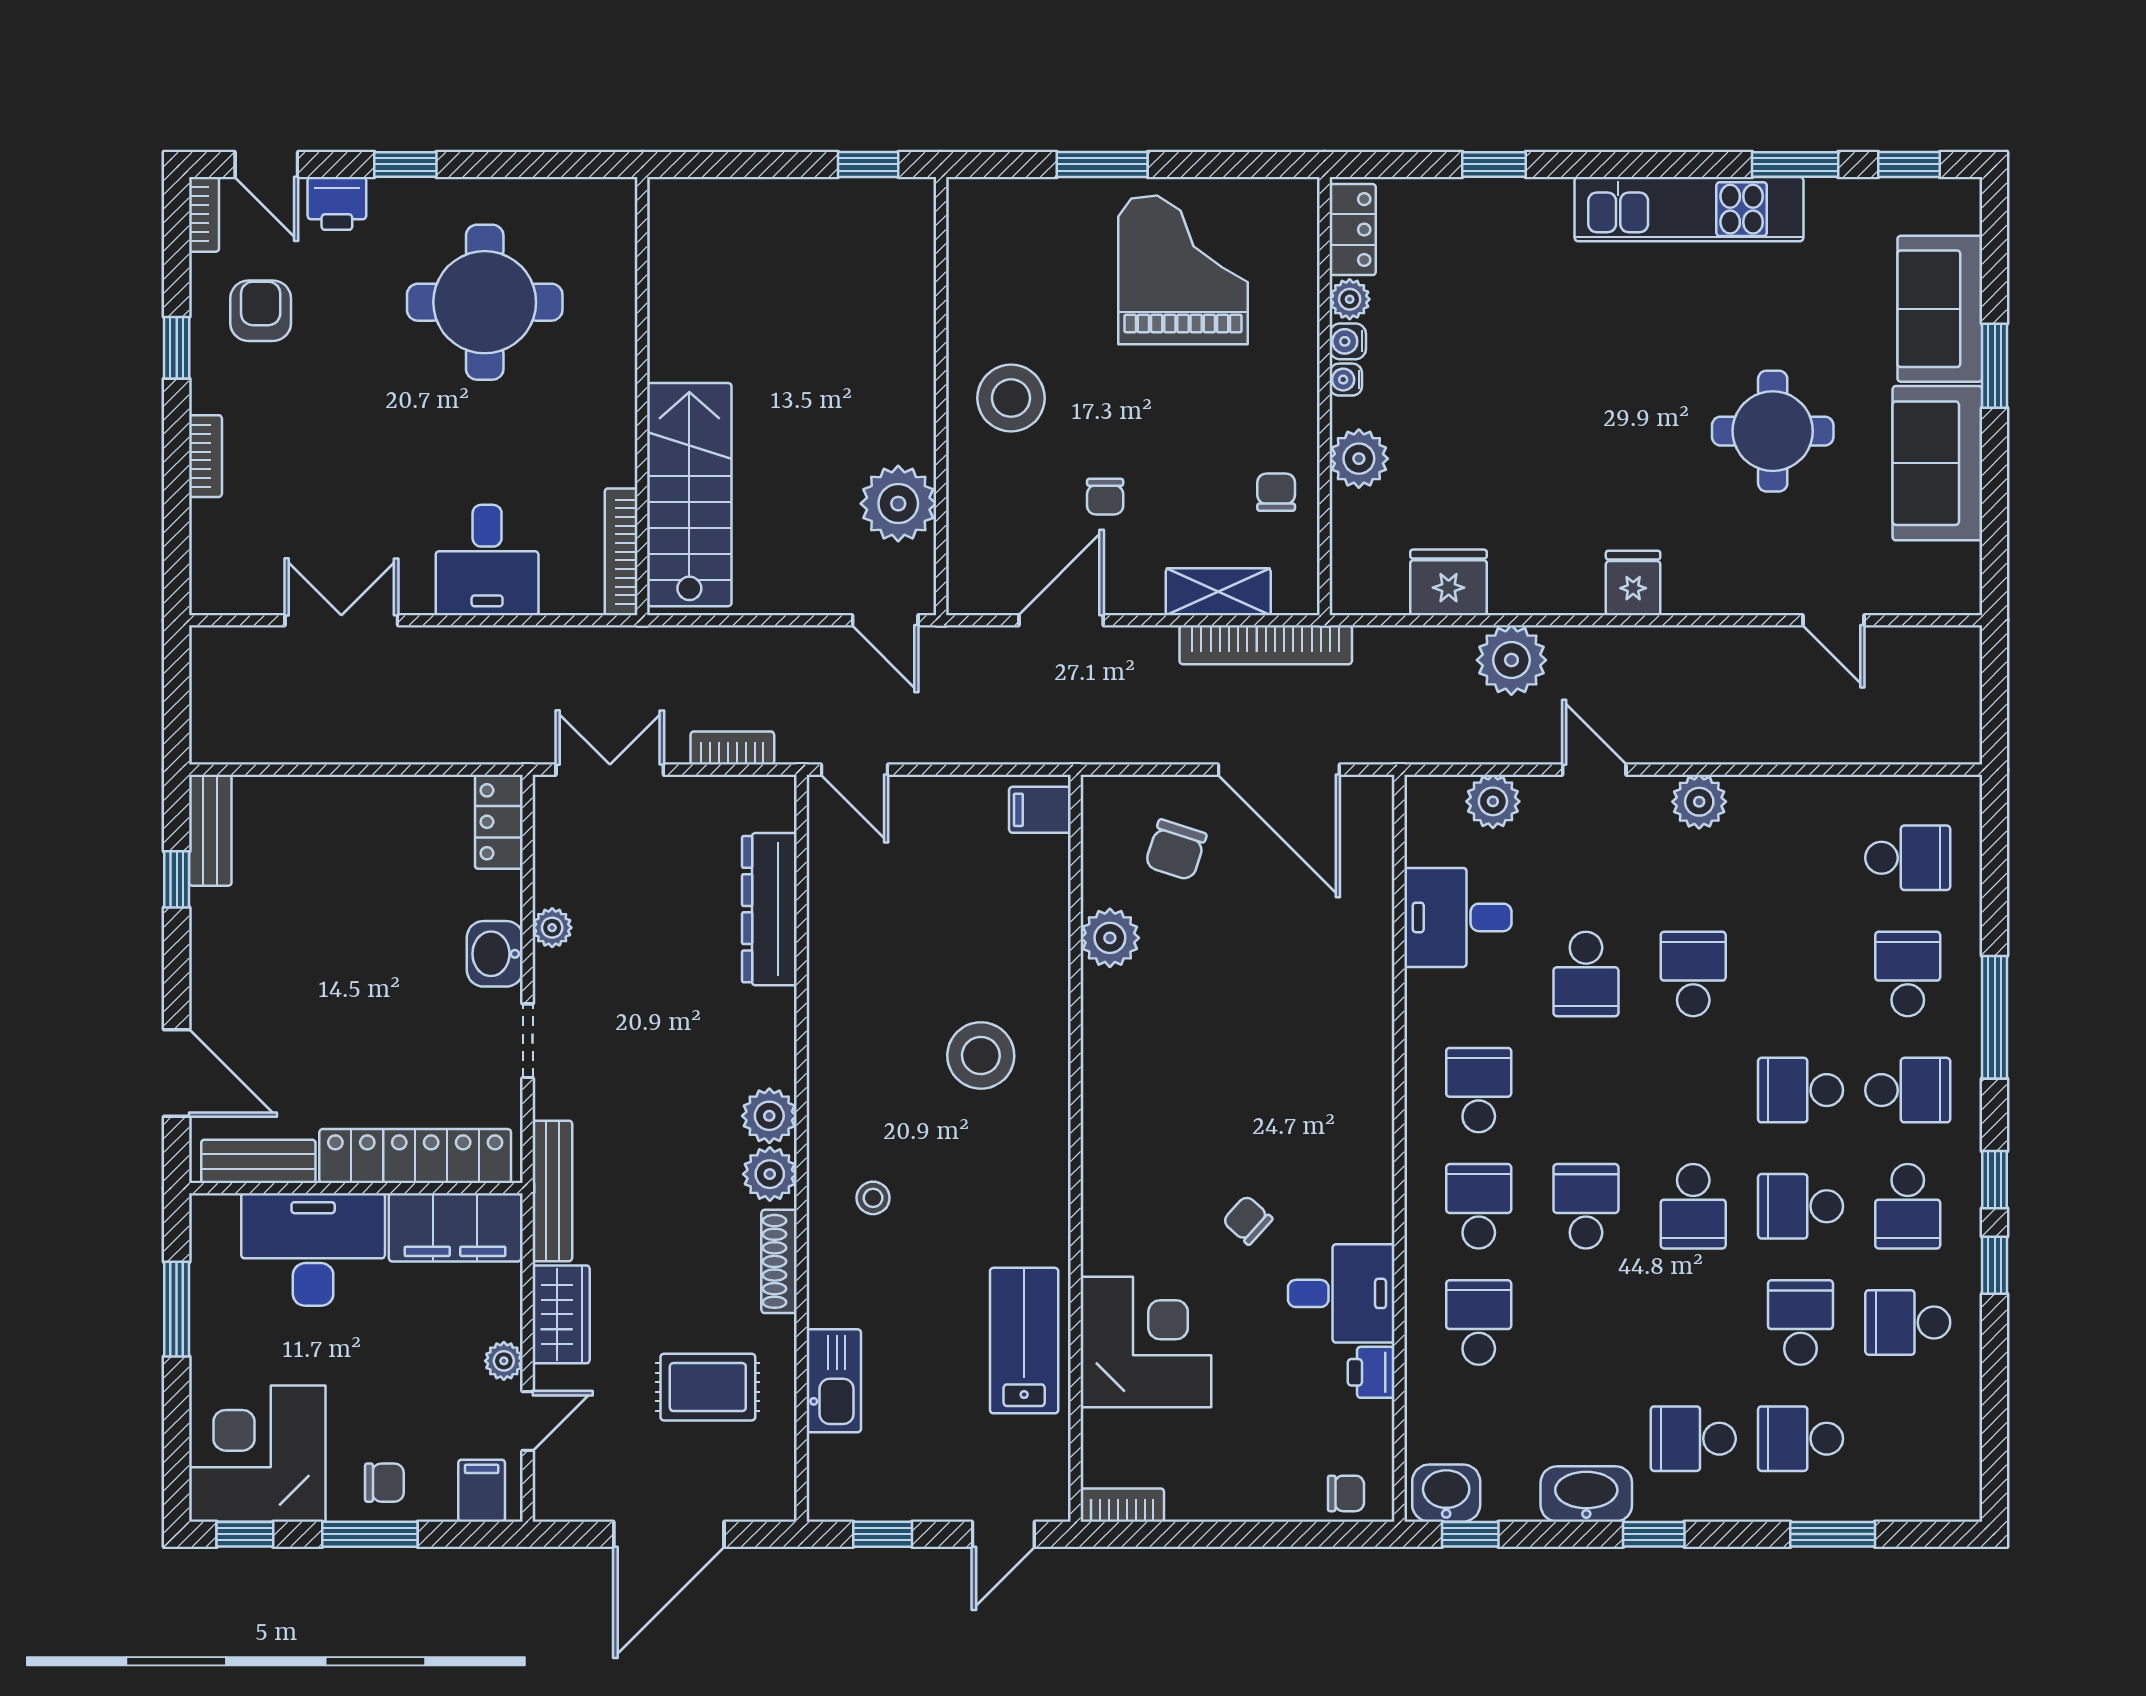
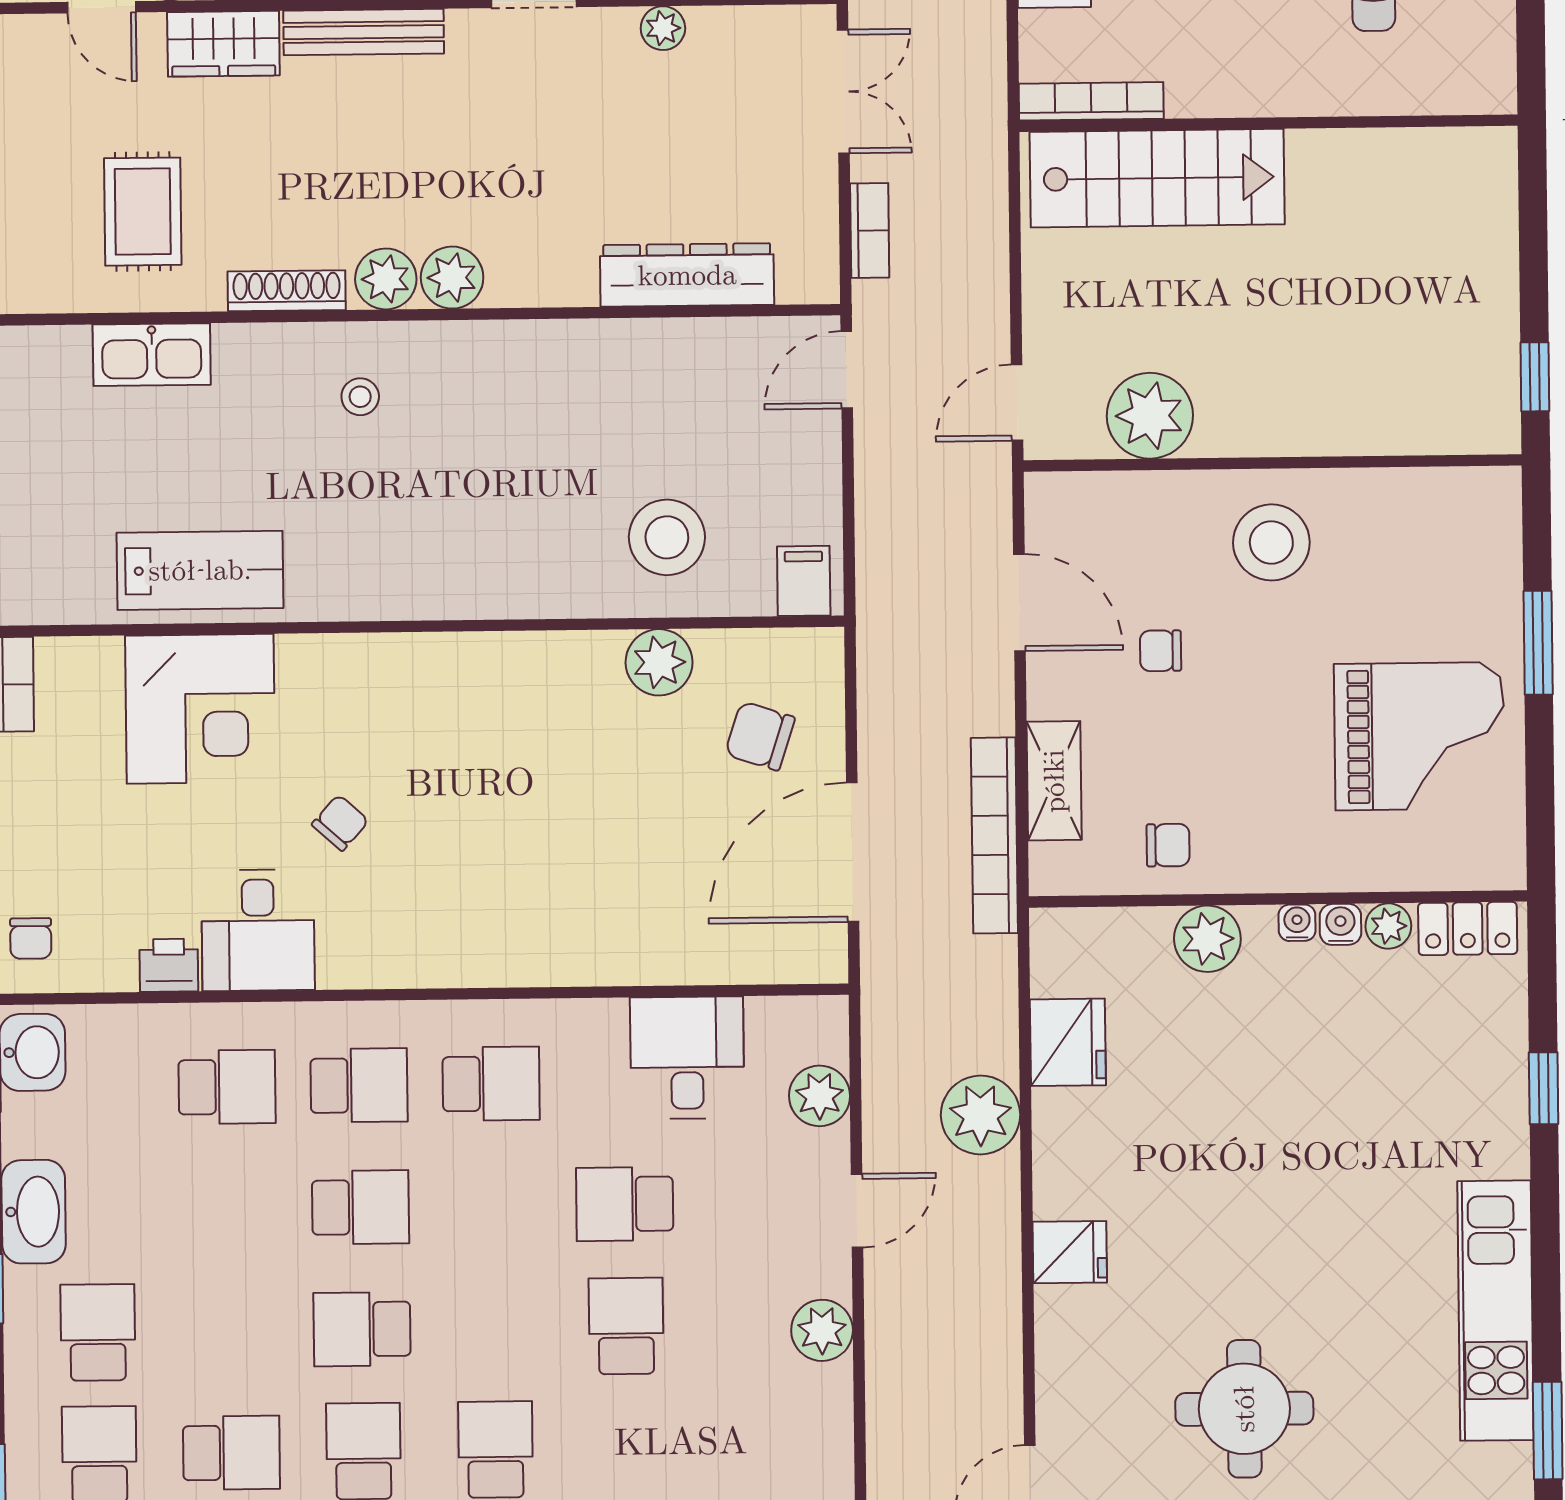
school desk: (1693, 974) -> (626, 1326), turned -90
stool: (981, 1055) -> (667, 537), moved

